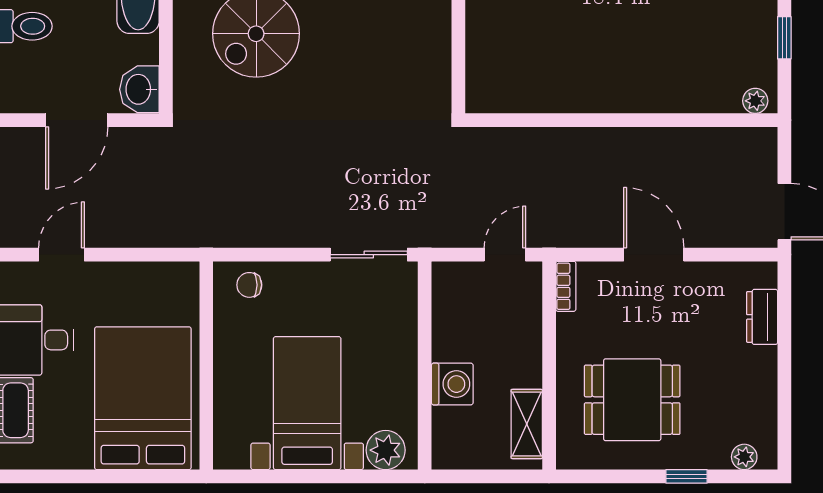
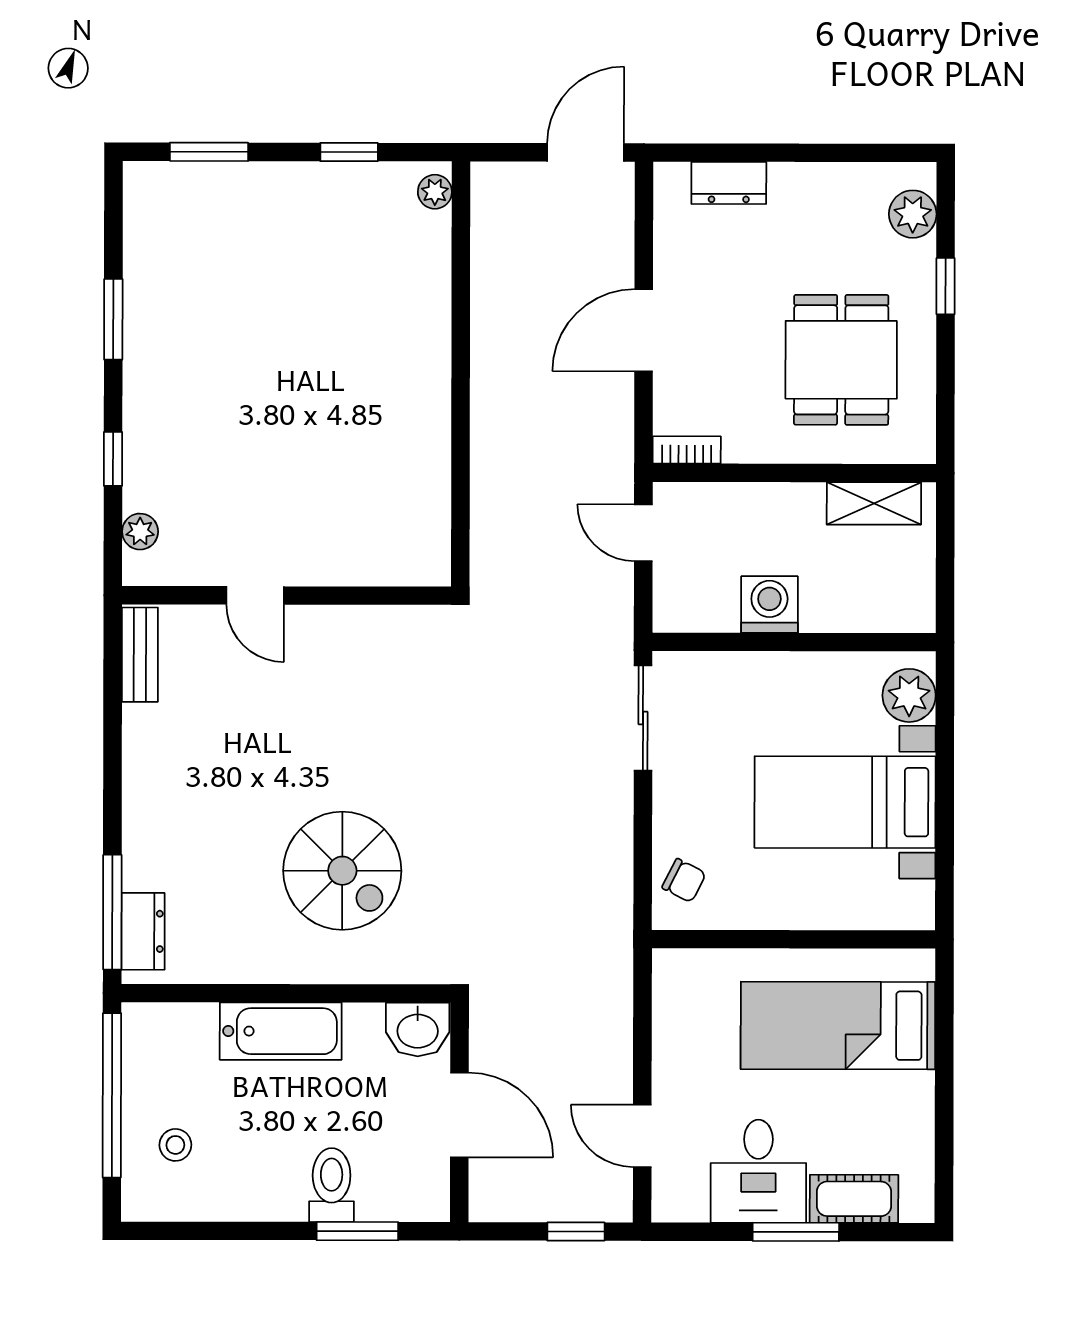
chair: (249, 285) -> (684, 881), turned -63
washing machine: (452, 384) -> (769, 605), moved
bed: (143, 398) -> (838, 1026), width x0.67
plant: (744, 457) -> (913, 214), width x1.38, depth x1.38

